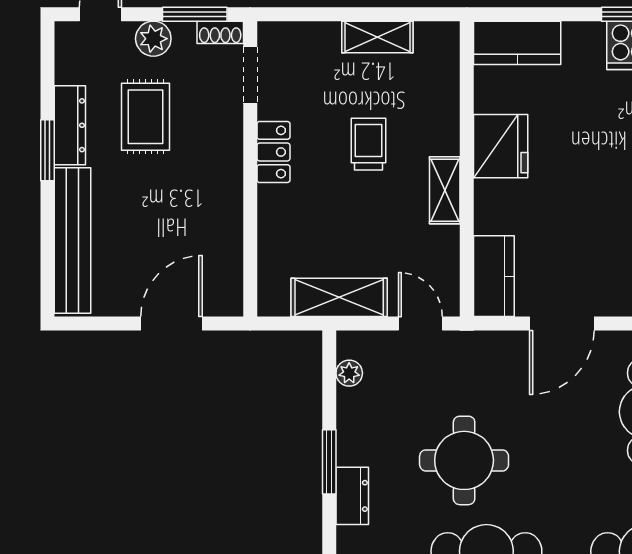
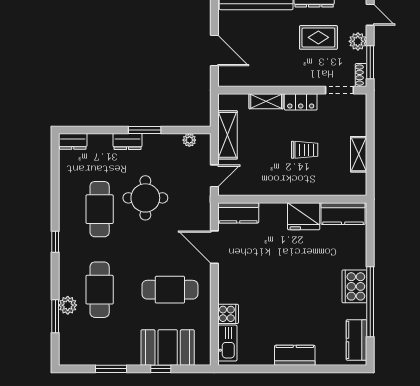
kitchen counter: (517, 43) -> (343, 214), moved, turned -90
shelving: (445, 190) -> (266, 101), moved

